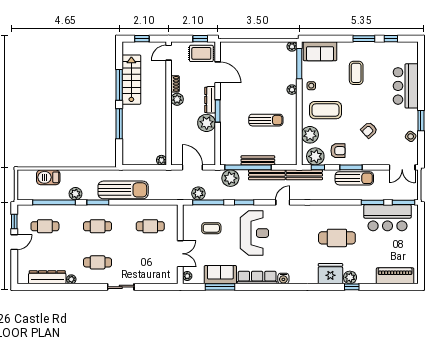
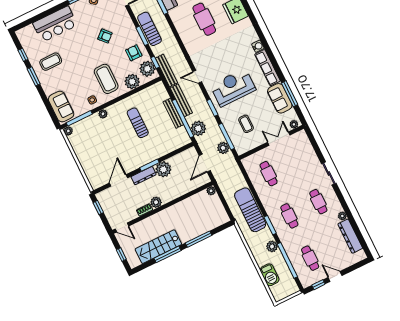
rug: (201, 53) -> (110, 201), removed
coffee table: (356, 73) -> (51, 62), moved

